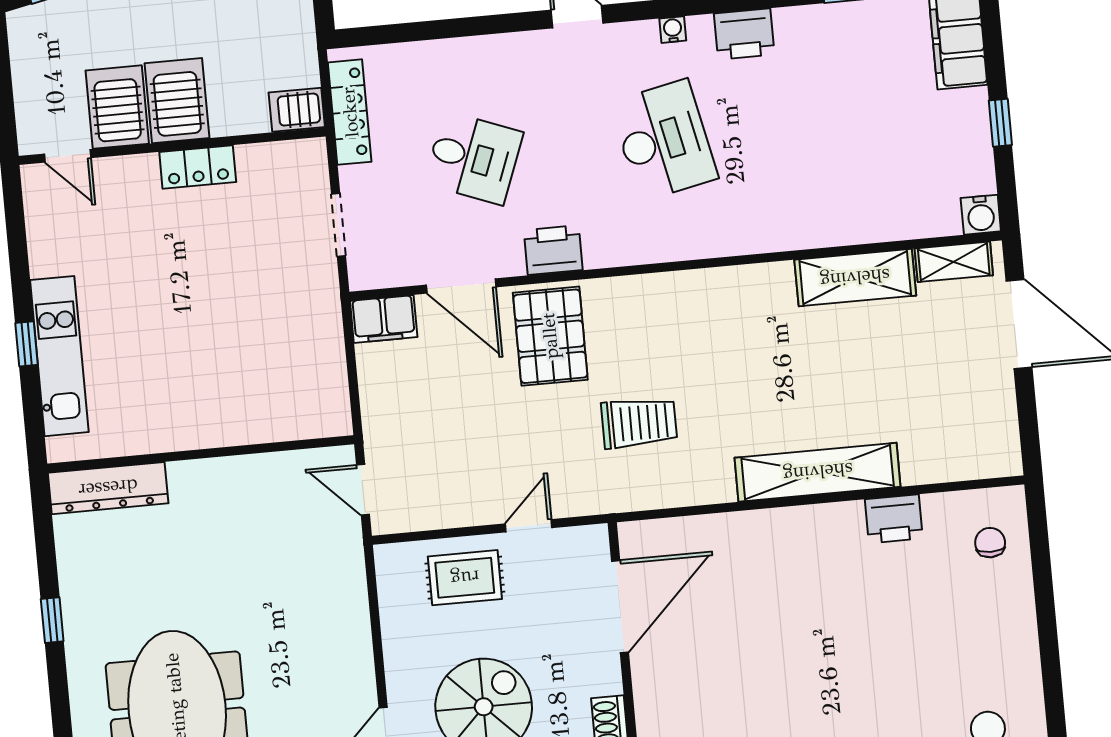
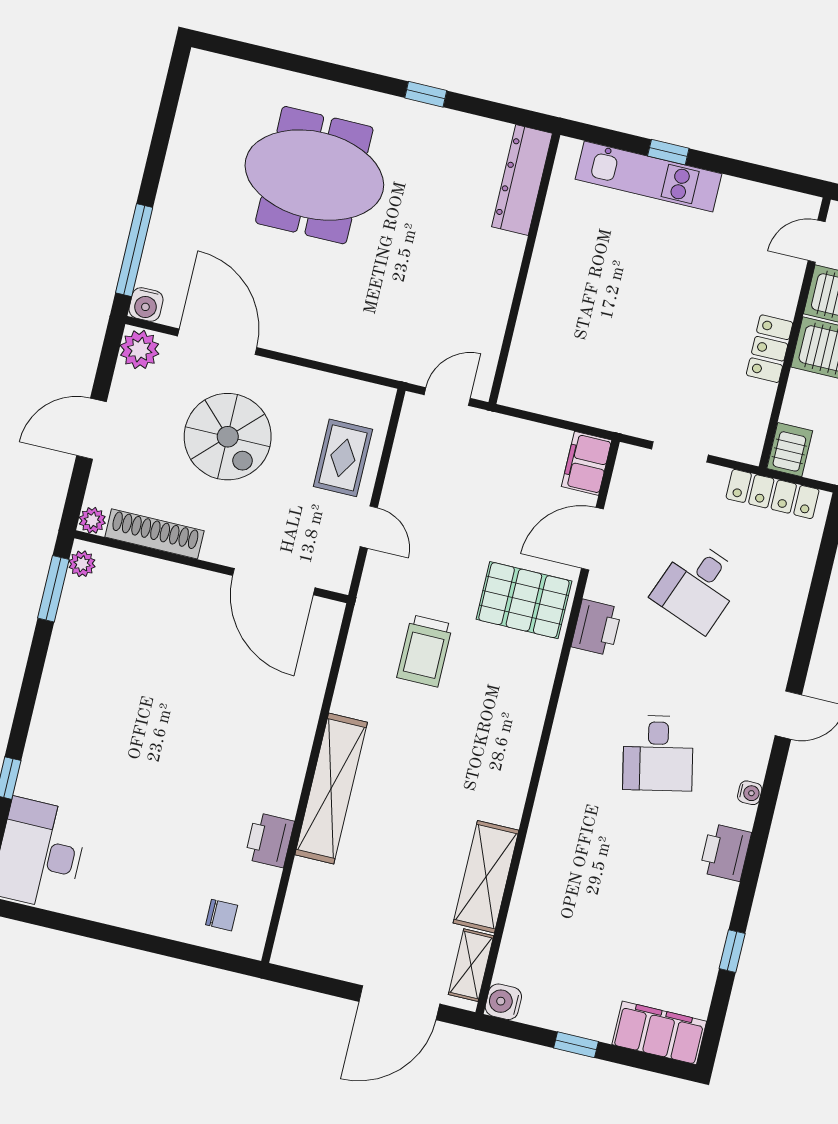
desk: (664, 140) -> (658, 753), width x0.73

